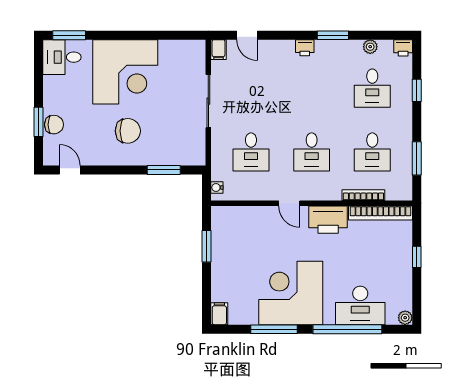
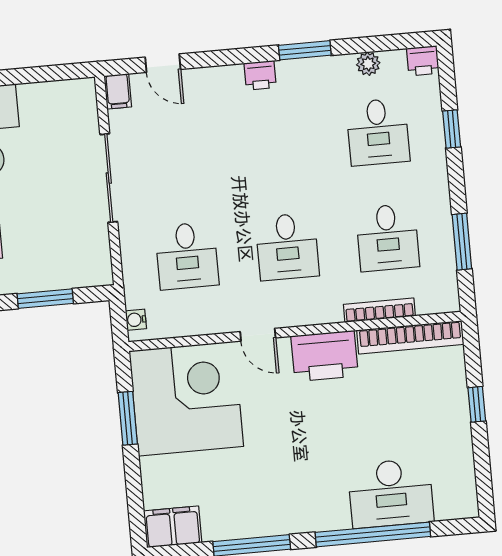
corner desk: (291, 293) -> (186, 399), moved, turned 90
filing cabinet: (219, 314) -> (173, 527), width x2.00
plant: (405, 318) -> (467, 507), removed

